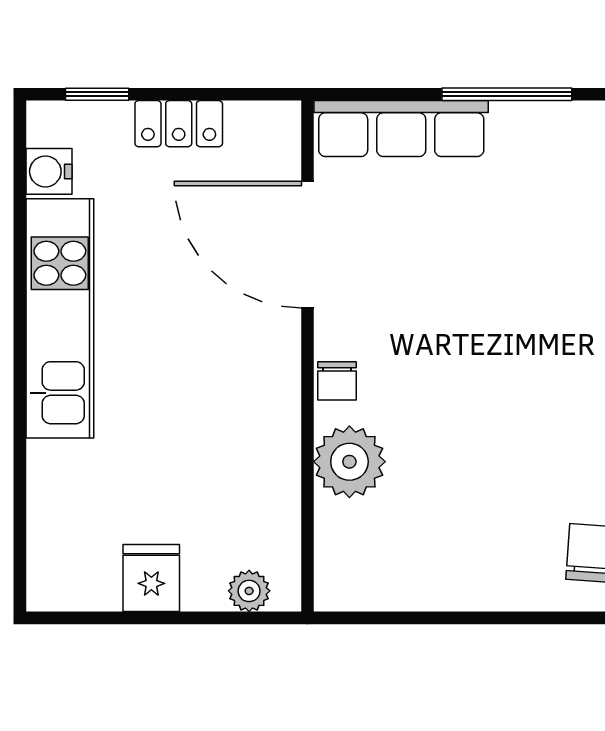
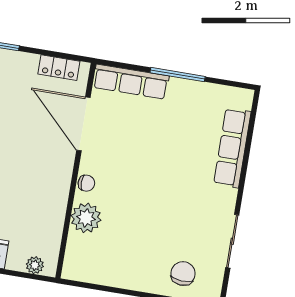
locker: (179, 124) -> (59, 68), moved
chair: (337, 381) -> (86, 183), turned -90

